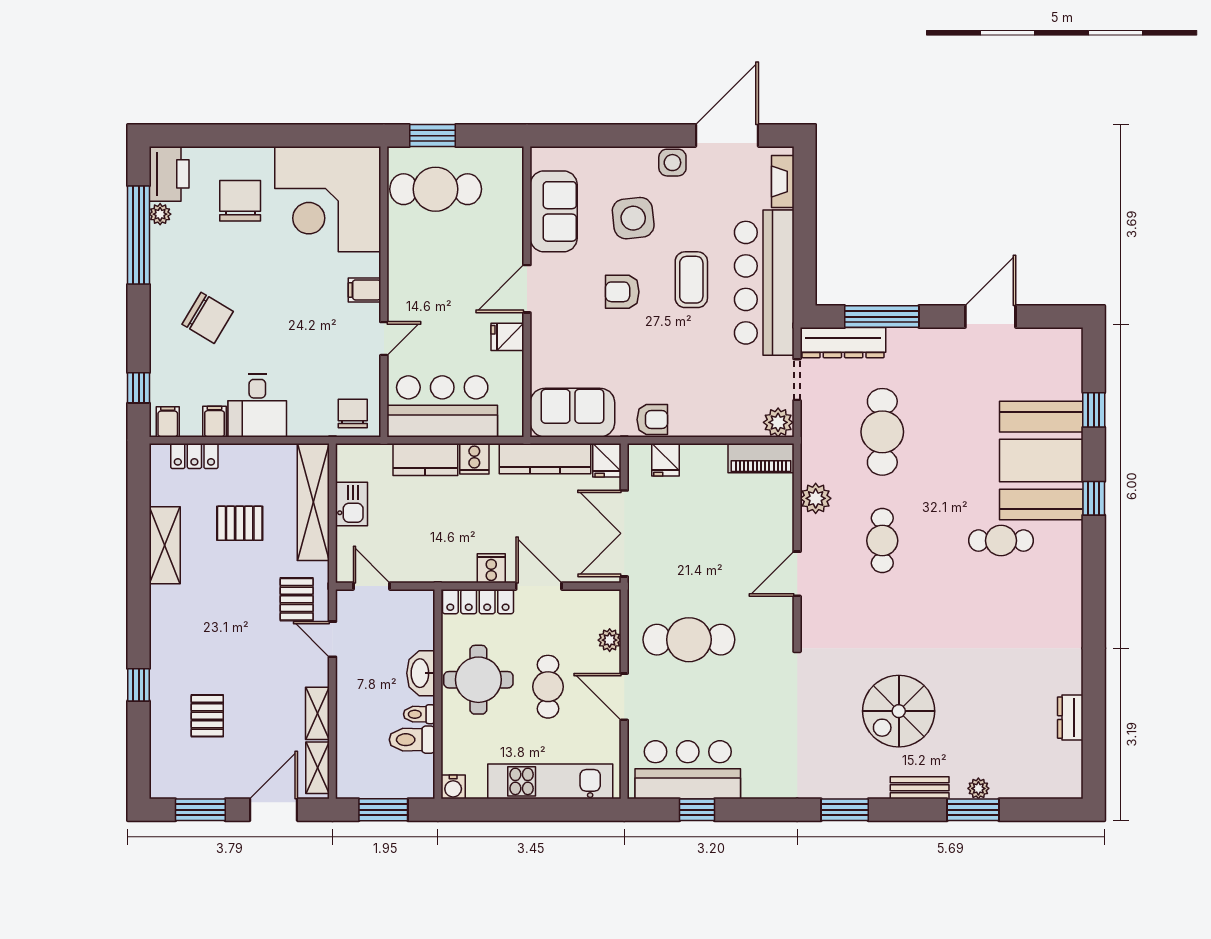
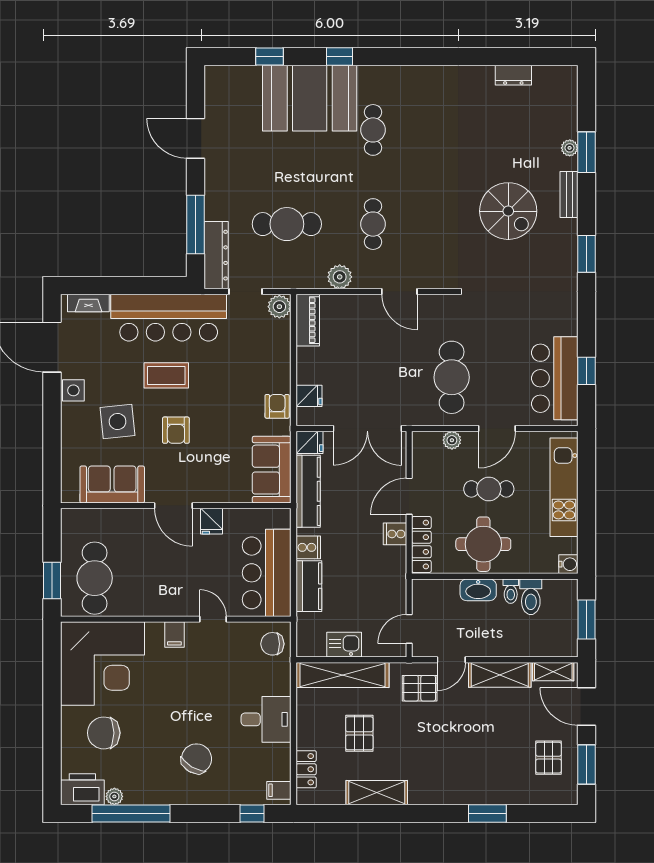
filing cabinet: (214, 422) -> (279, 753), removed
cafe table: (882, 541) -> (373, 224), turned 90
window: (139, 685) -> (487, 814), width x1.50
shelving: (317, 713) -> (500, 675), width x1.50, depth x1.33
pallet: (207, 716) -> (549, 758), moved, turned 90

